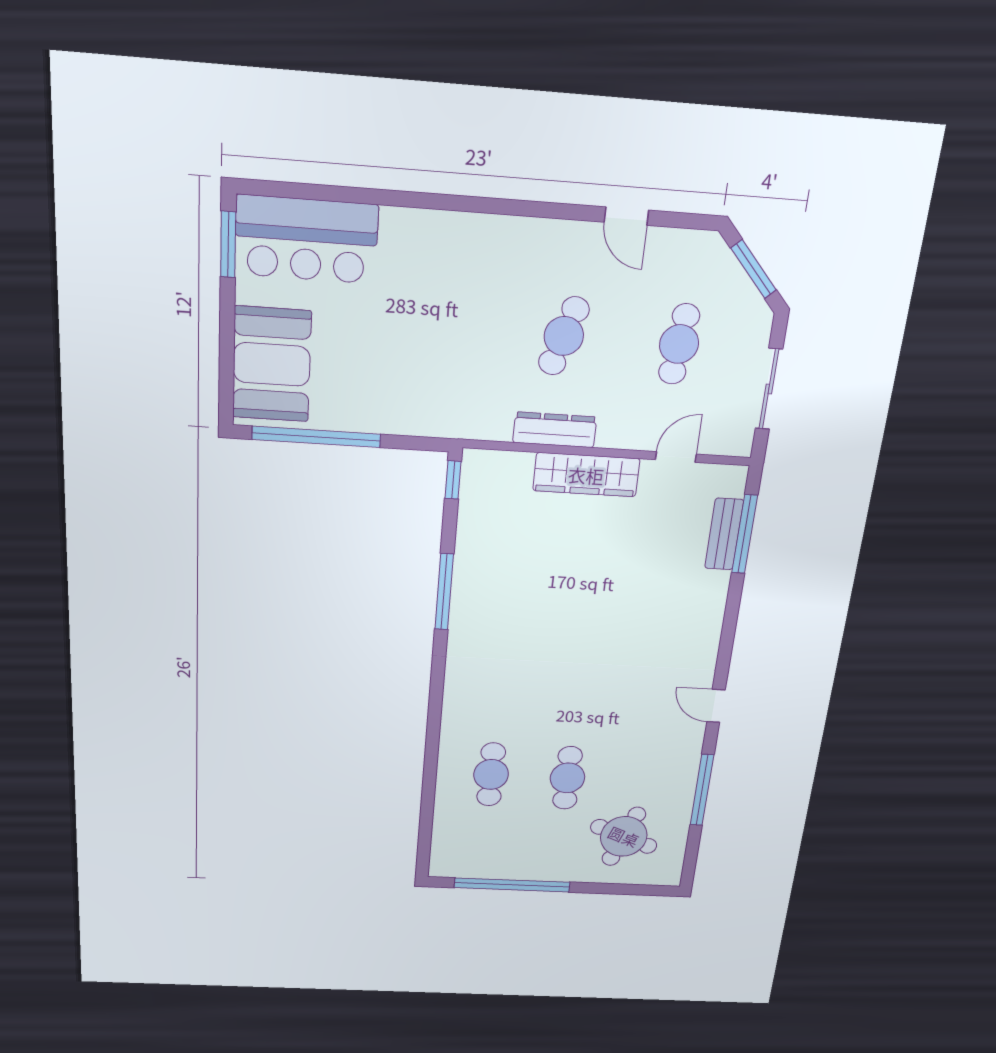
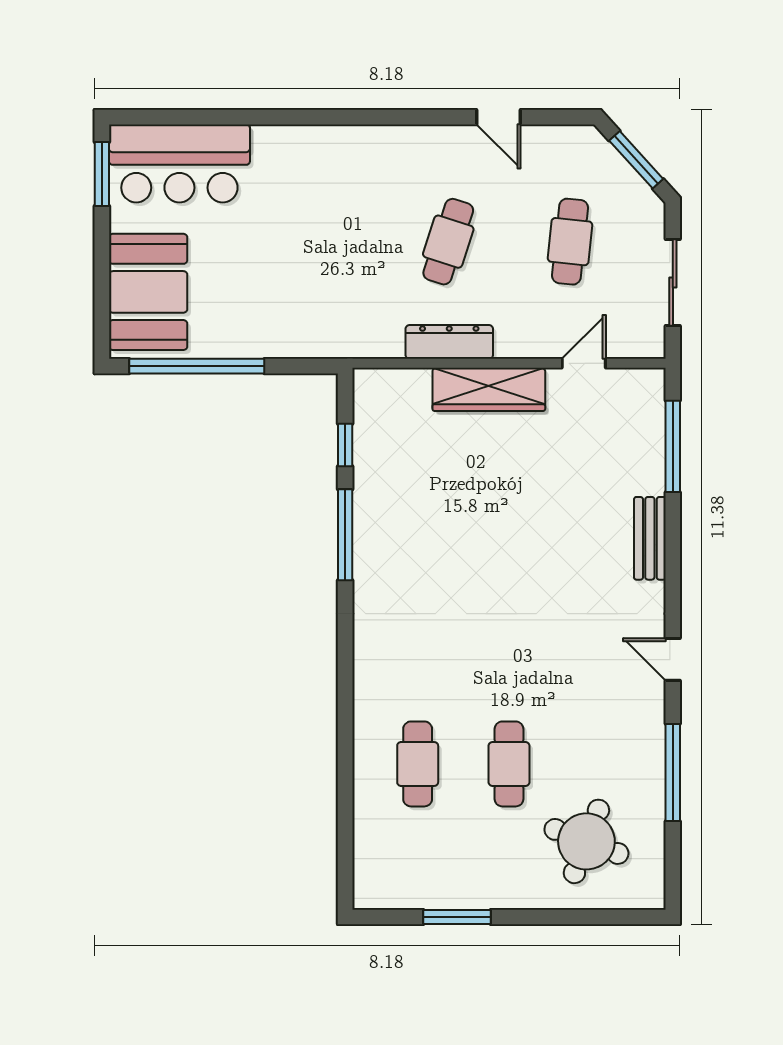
window: (453, 480) -> (345, 445), moved
bench: (724, 534) -> (650, 538), moved
window: (512, 885) -> (457, 917), width x0.47

